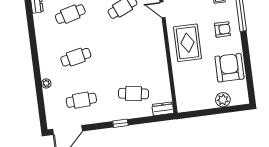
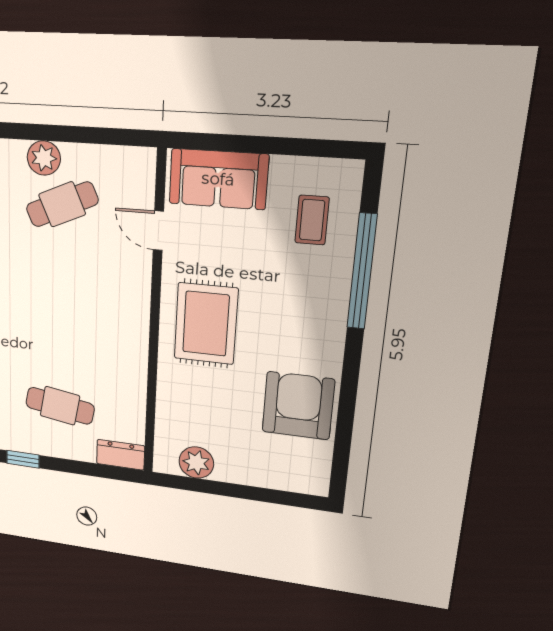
armchair: (222, 29) -> (302, 312), removed
plant: (223, 100) -> (196, 463), moved

